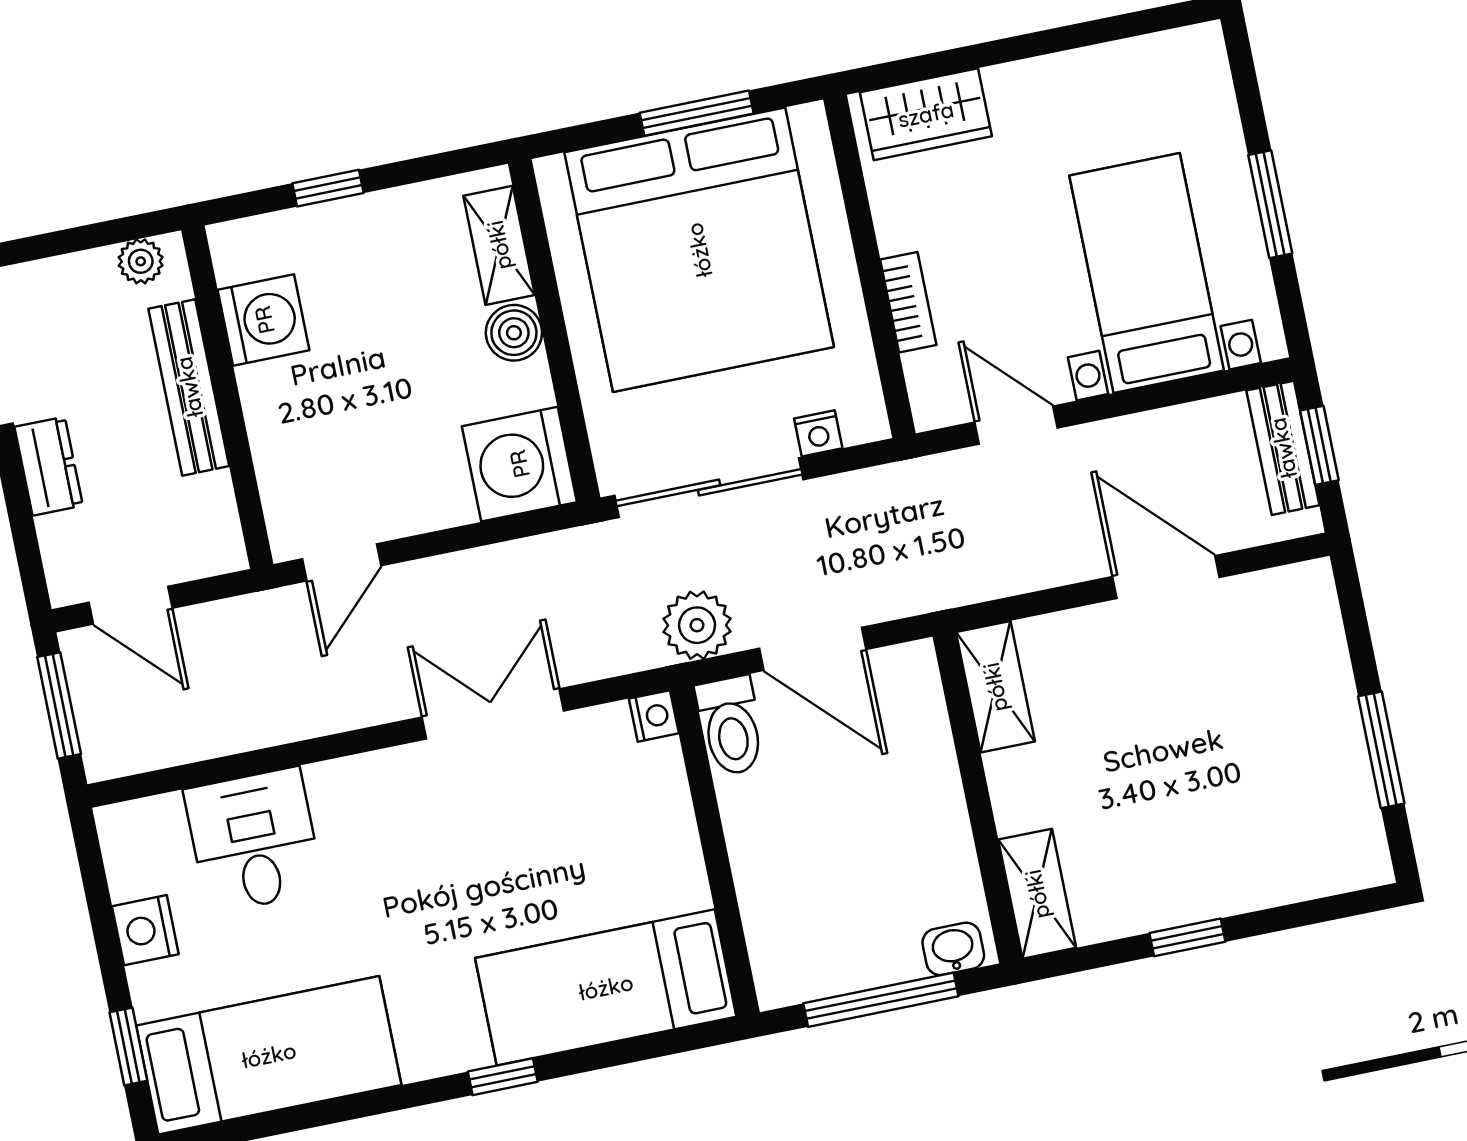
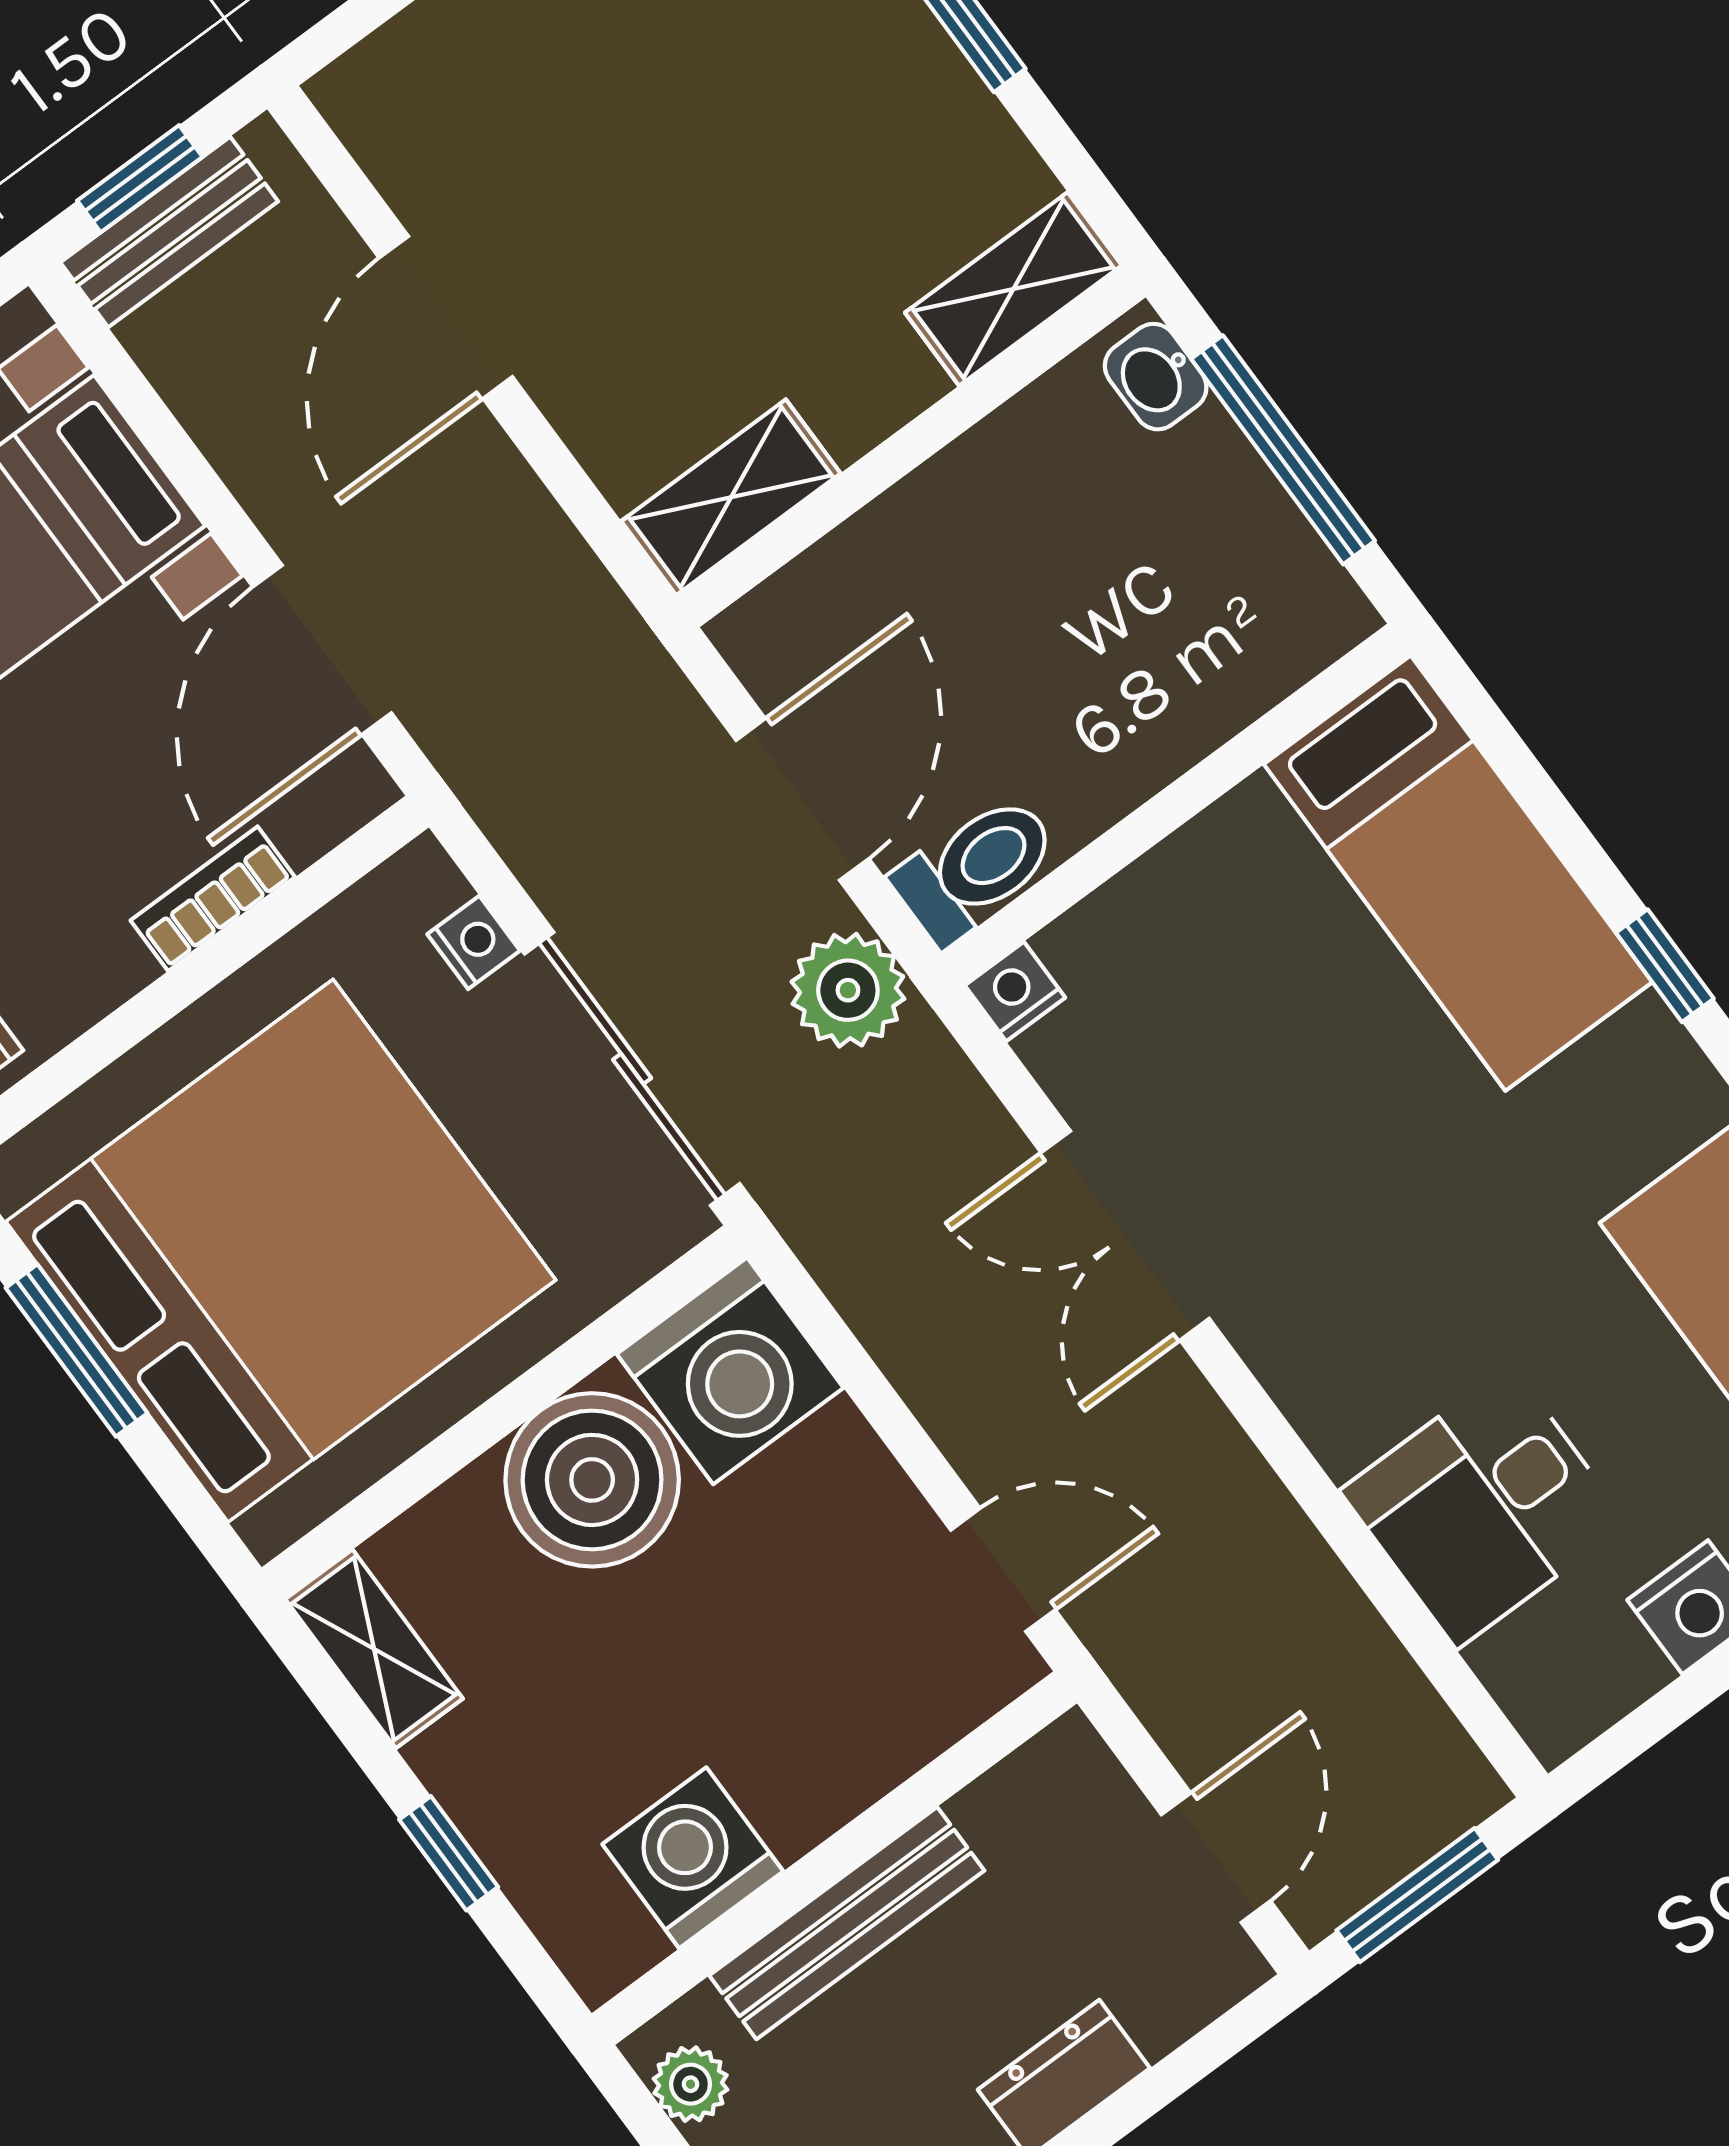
shelving: (499, 245) -> (374, 1649), moved, turned 90
boiler: (514, 333) -> (592, 1480), width x1.86, depth x1.86
door: (1016, 425) -> (322, 650), width x1.38

